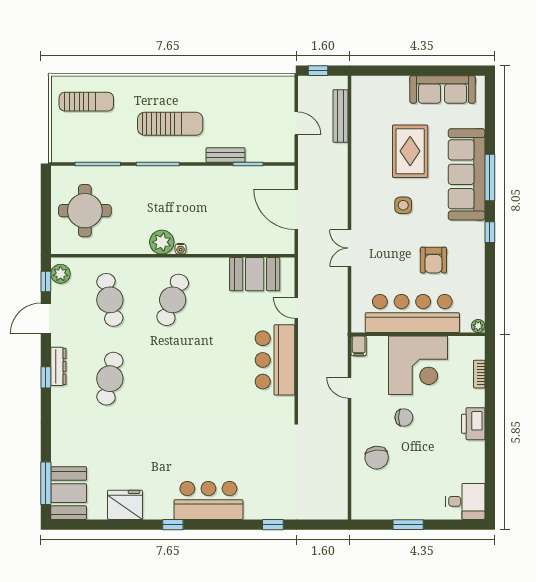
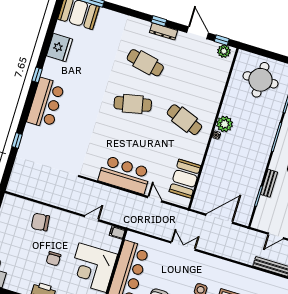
cafe table: (110, 300) -> (133, 104), moved
door: (296, 308) -> (155, 199), hinge flipped
chair: (404, 417) -> (53, 259), moved

